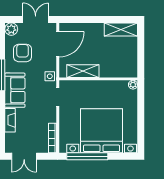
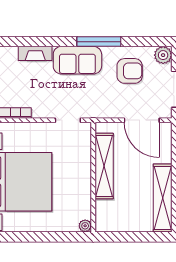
shelving: (121, 29) -> (163, 198), width x1.47
shelving: (83, 71) -> (104, 166), width x1.47
side table: (50, 76) -> (97, 109), removed

